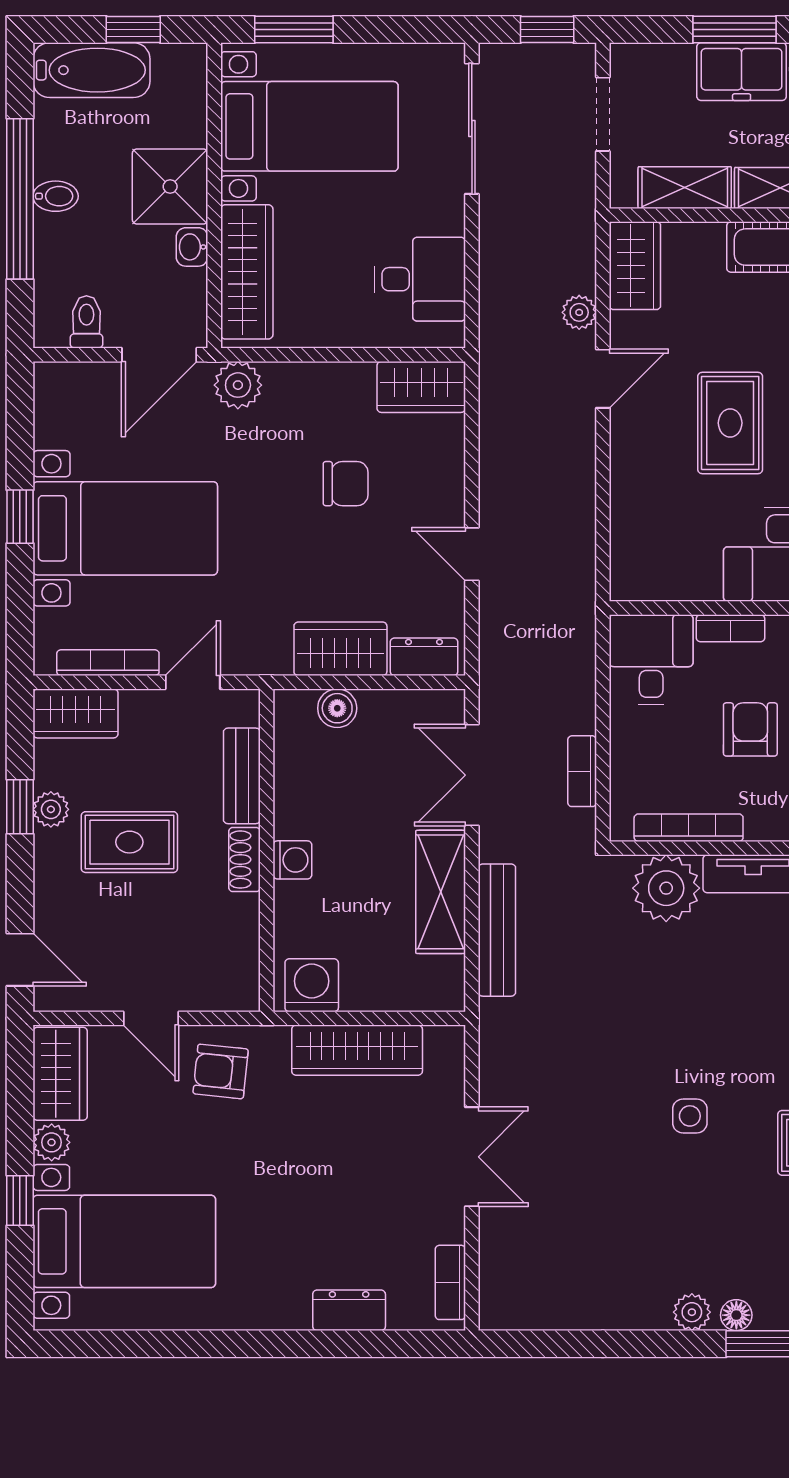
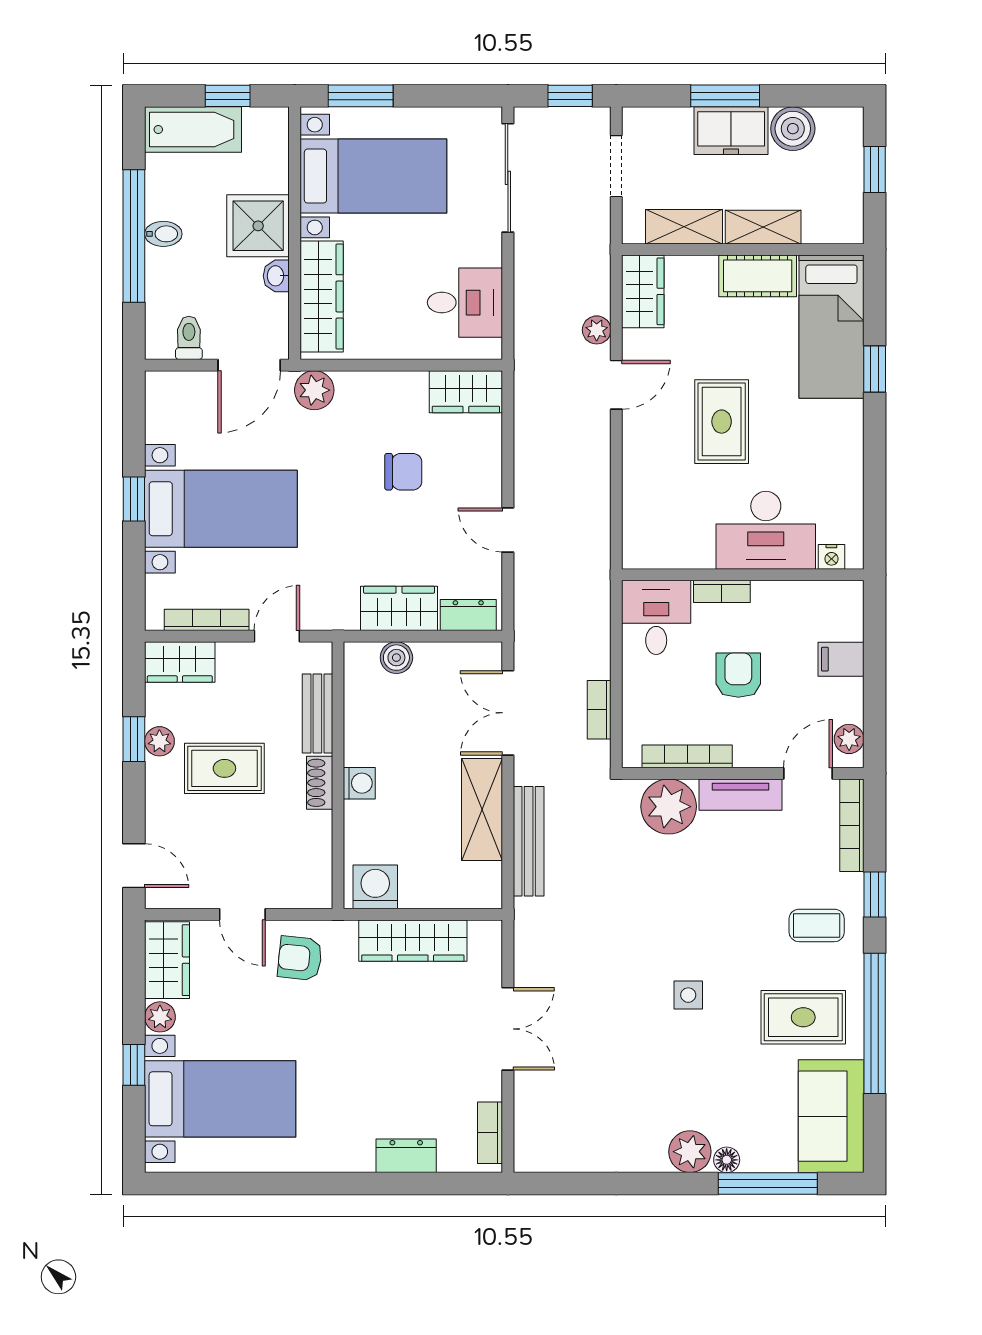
plant: (692, 1312) -> (690, 1152), width x1.38, depth x1.38

